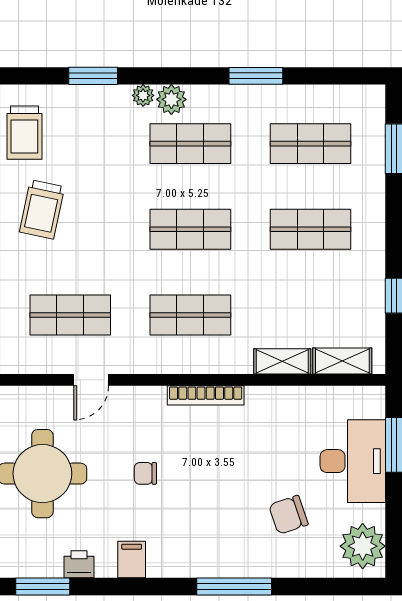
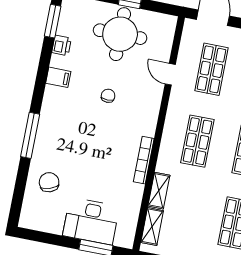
bookcase: (206, 395) -> (144, 160), moved
chair: (288, 515) -> (49, 182), moved
plant: (363, 546) -> (39, 217), removed

